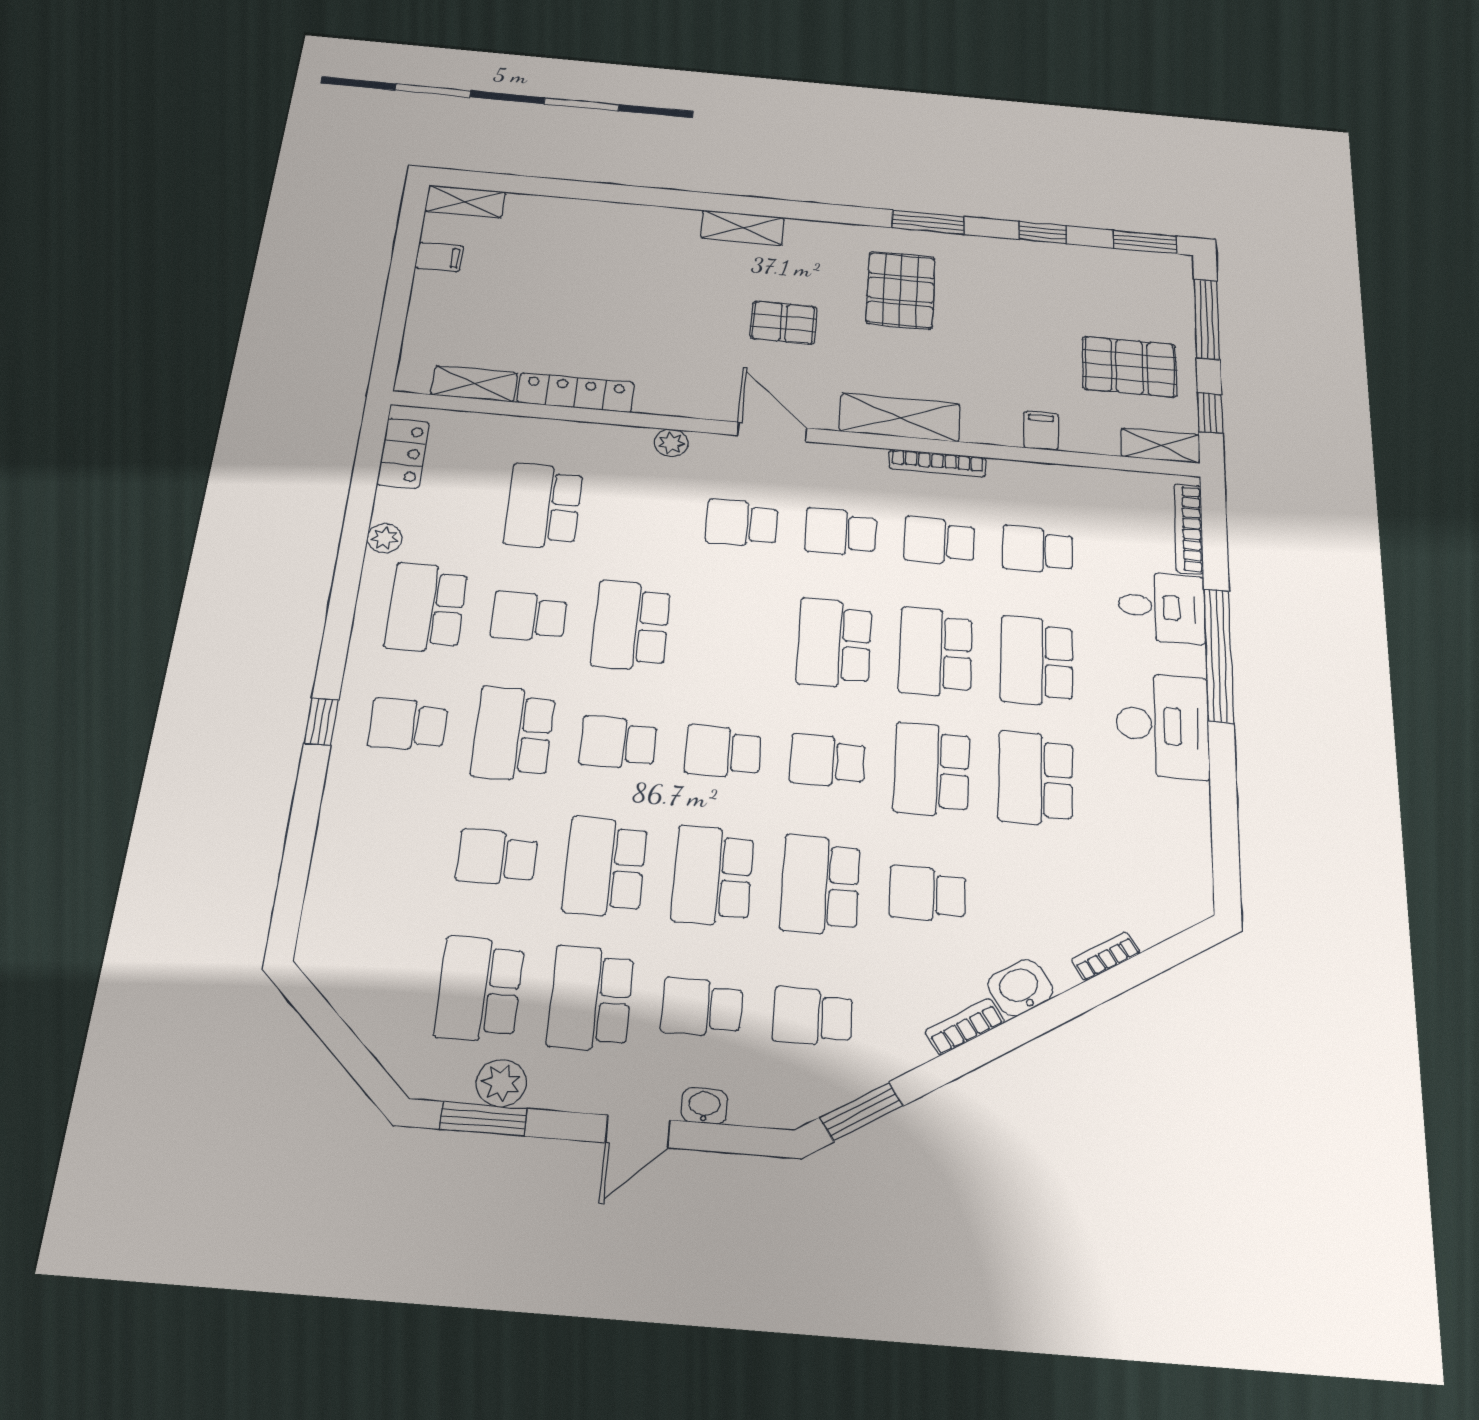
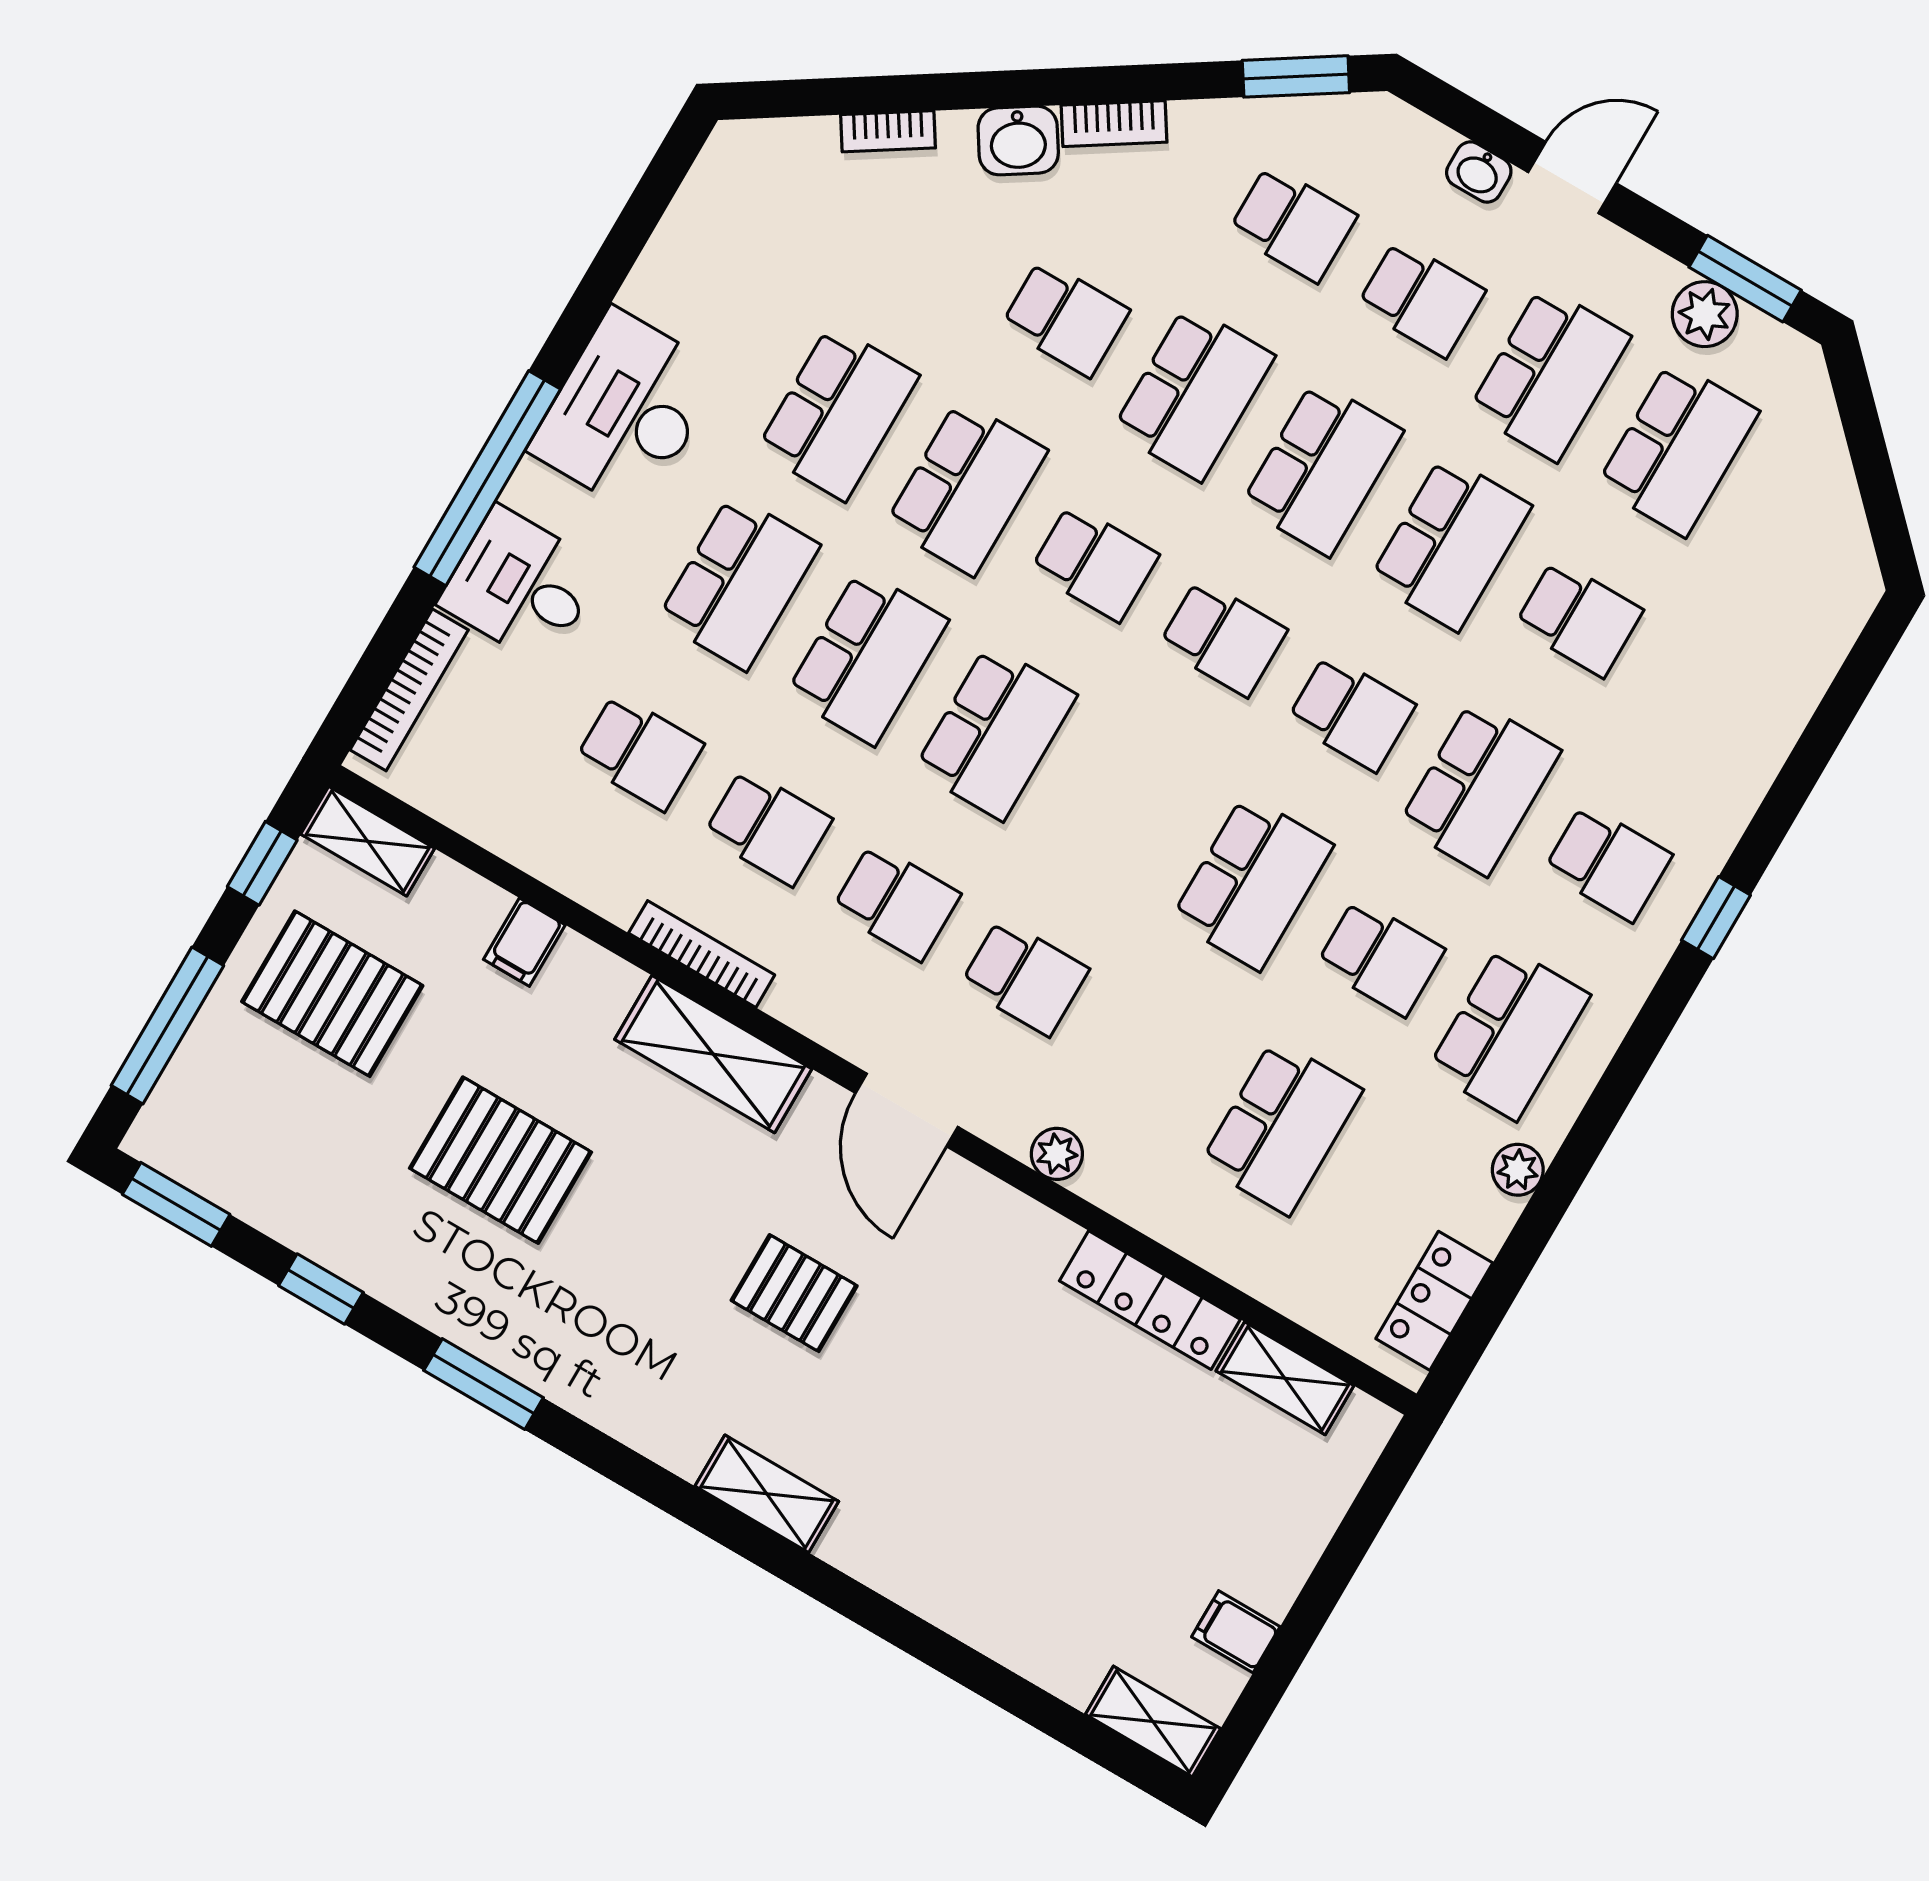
pallet: (901, 290) -> (500, 1160), moved, turned 90

